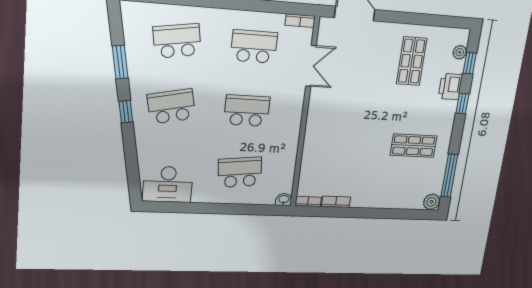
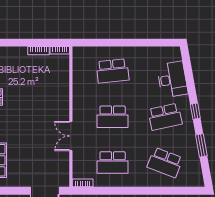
school desk: (177, 41) -> (165, 163), turned 30
double door: (311, 66) -> (71, 136), moved
desk: (168, 184) -> (172, 79), moved, turned 80
washbasin: (284, 200) -> (78, 51), removed

